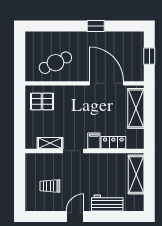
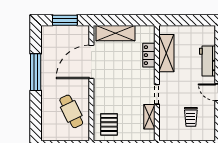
window: (96, 26) -> (36, 72), width x2.17
window: (149, 56) -> (65, 20), width x1.50
filing cabinet: (94, 141) -> (147, 74), removed
shelving: (136, 174) -> (166, 53), moved, turned 90

